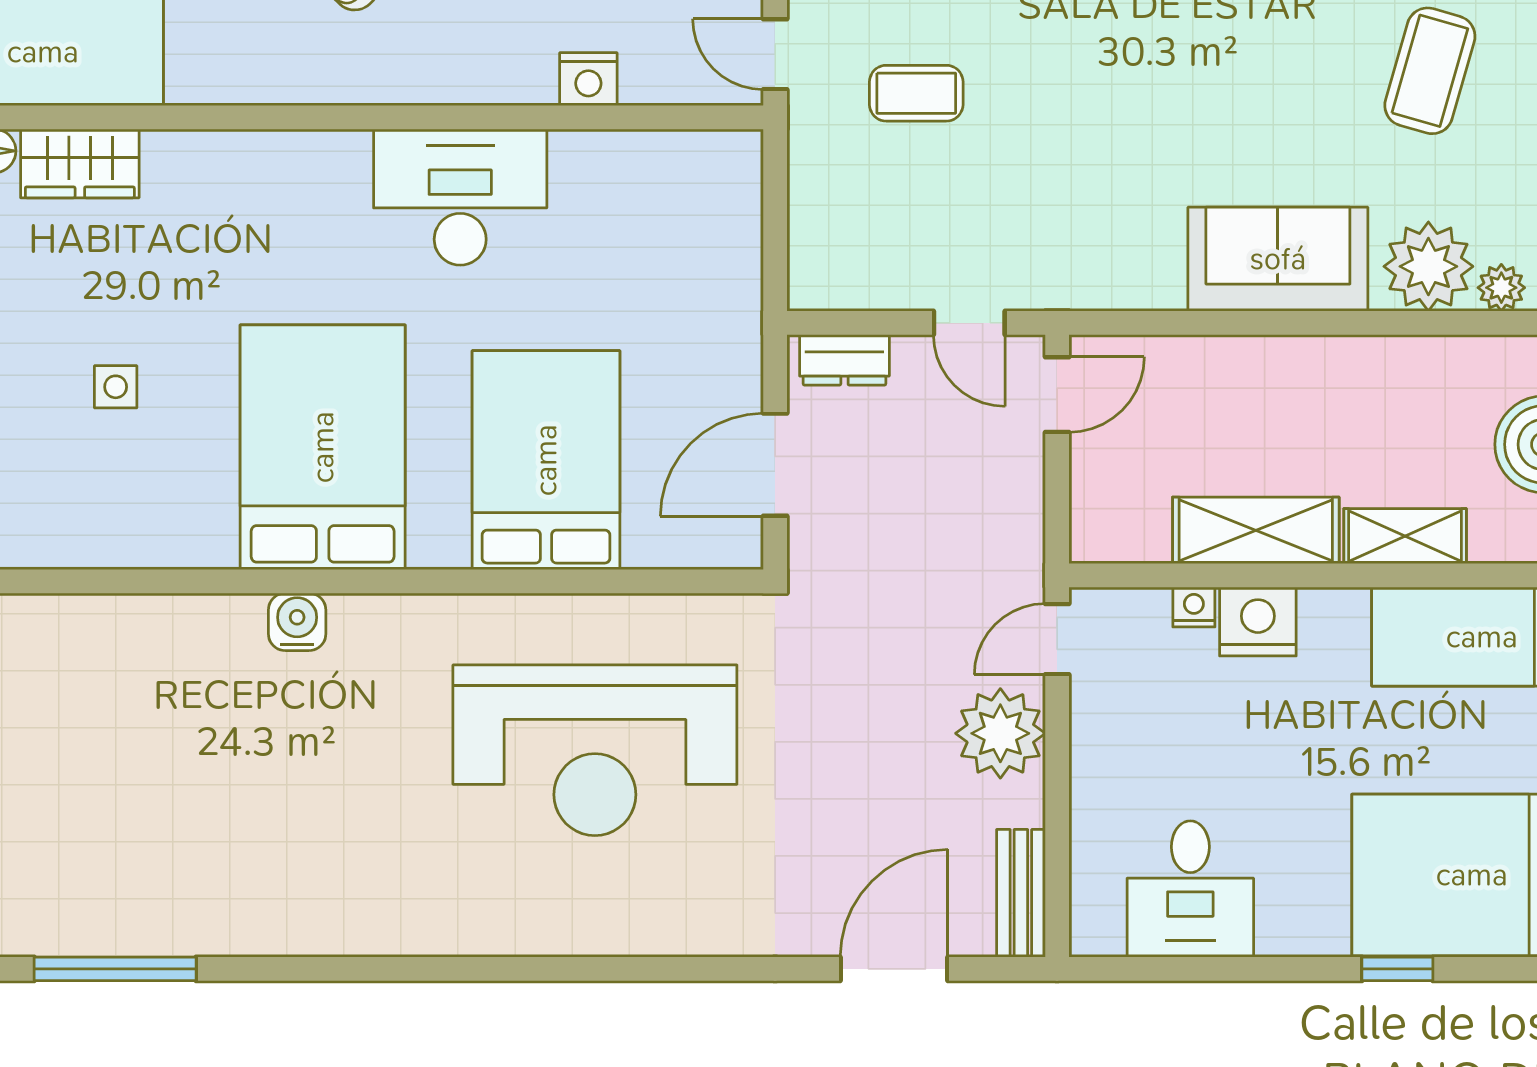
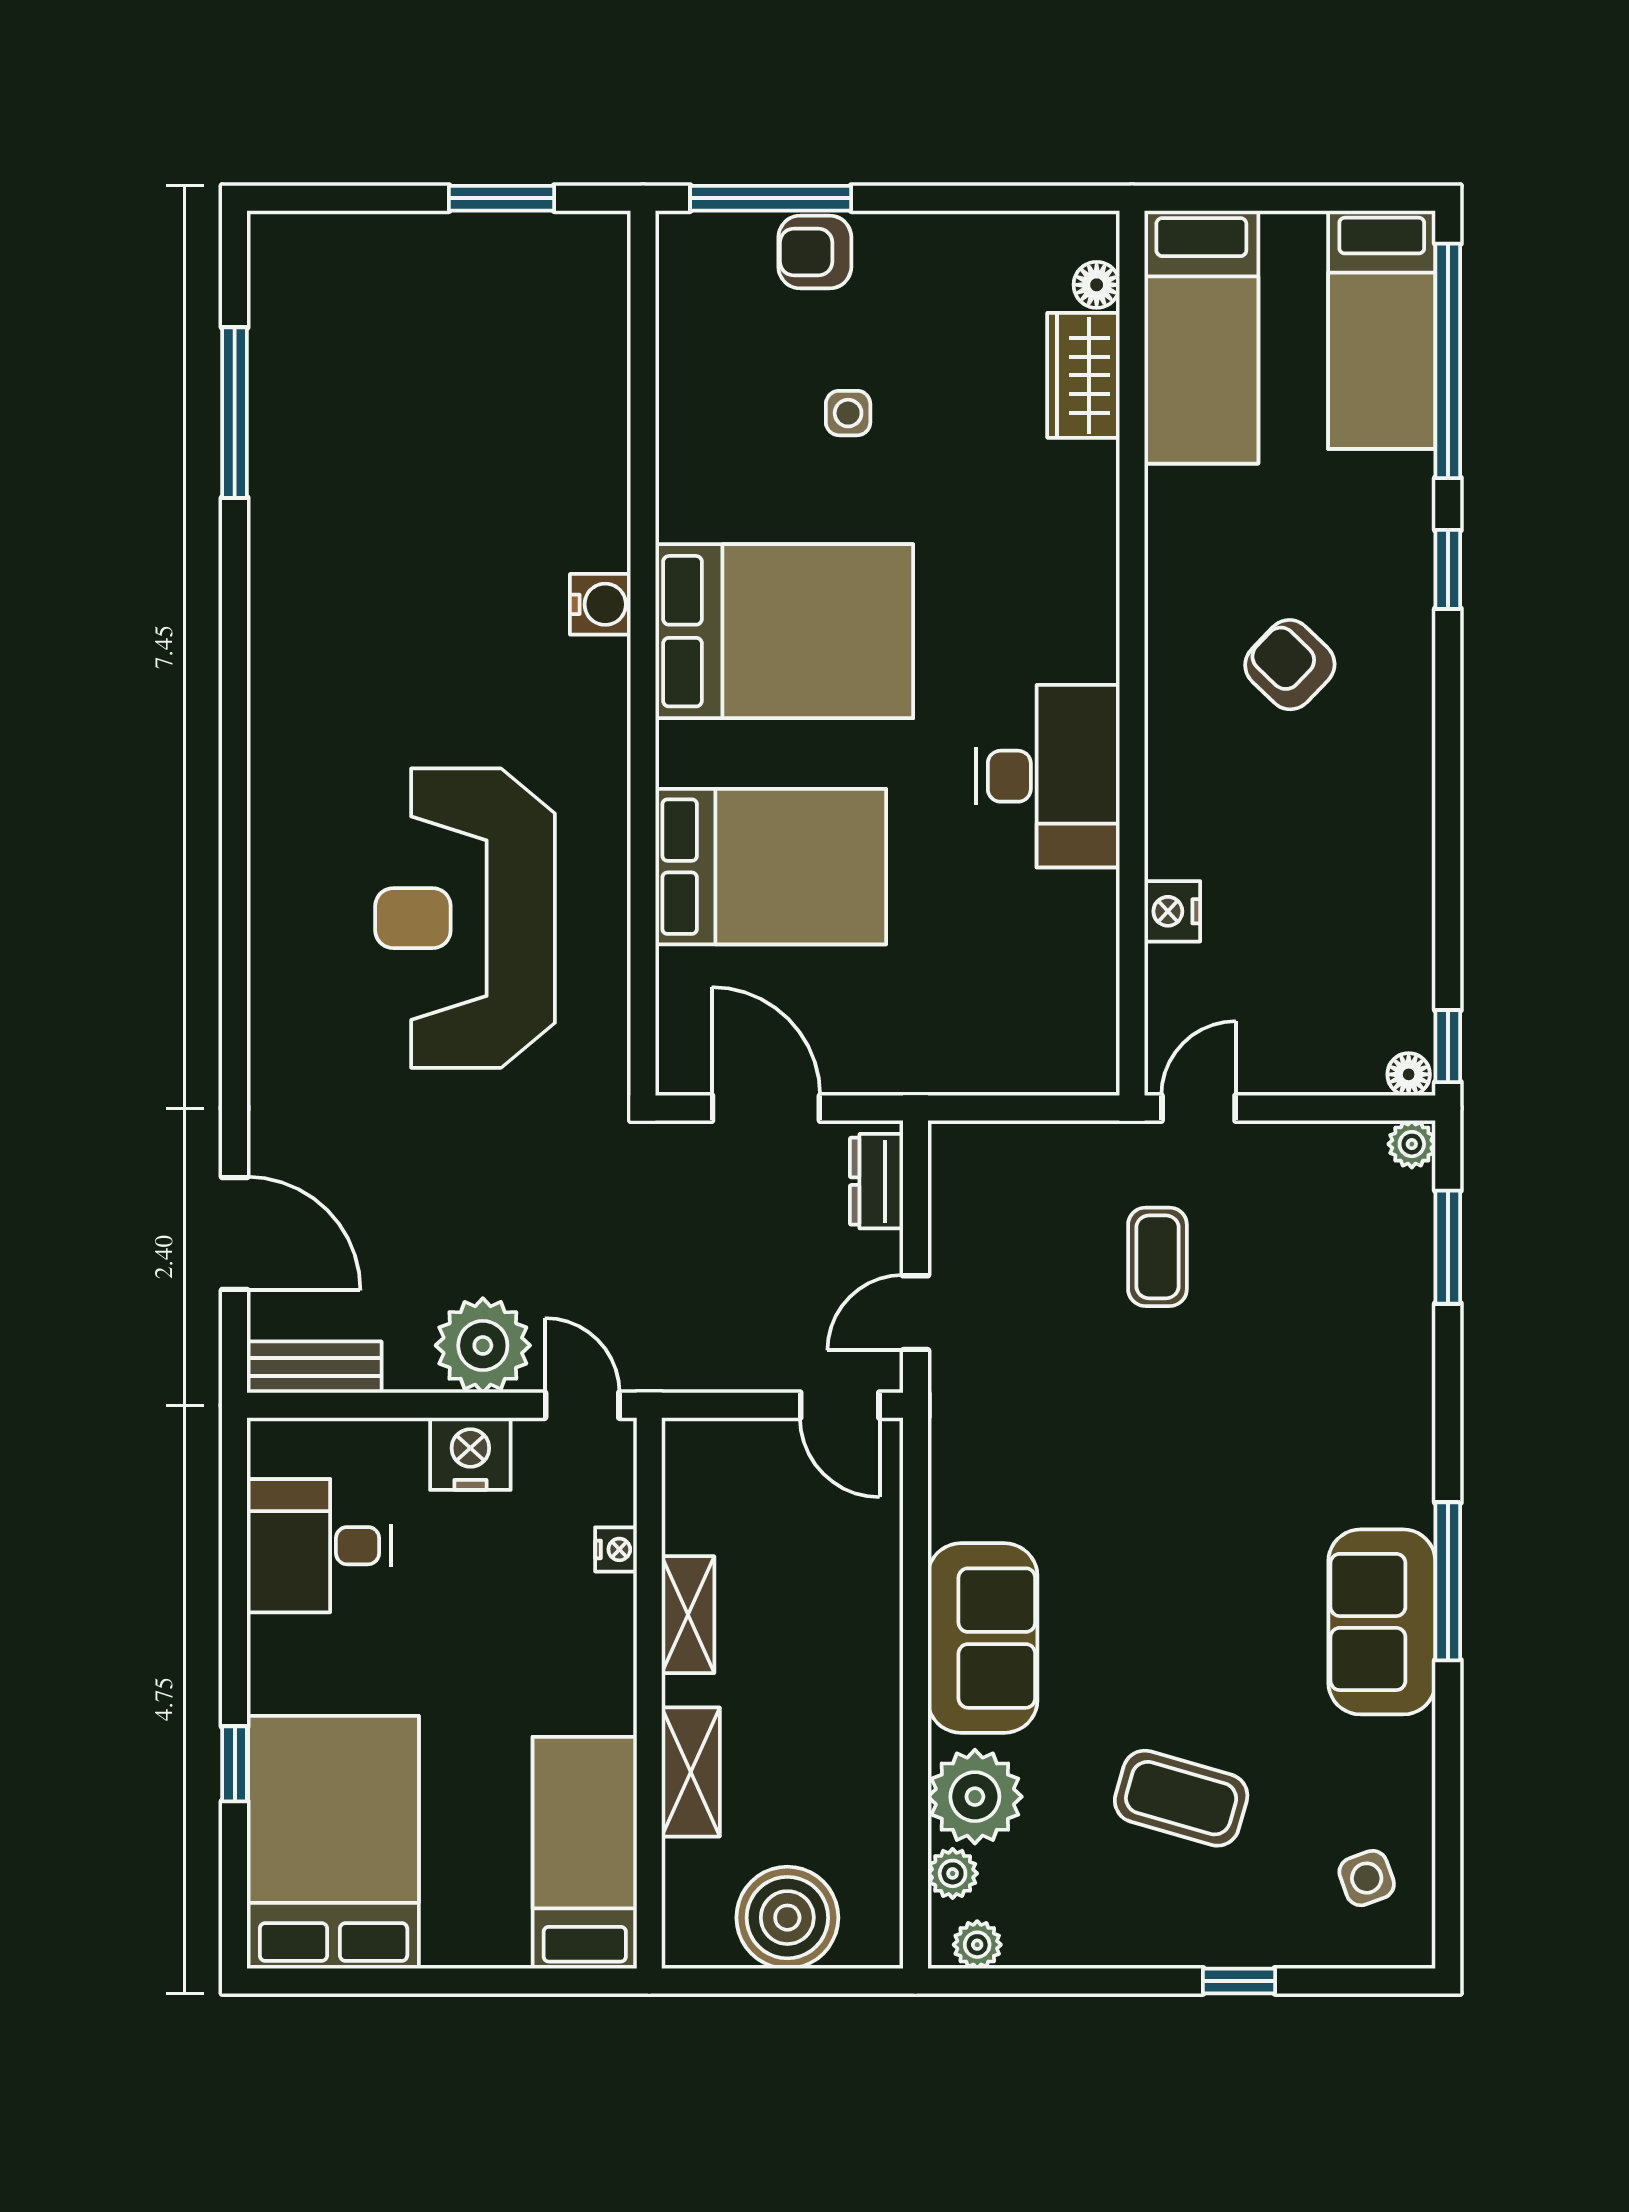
shelving: (1256, 530) -> (688, 1615), width x0.67, depth x0.75
nightstand: (1258, 622) -> (470, 1454), moved, turned -90

